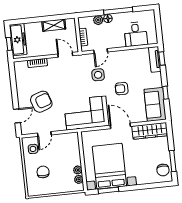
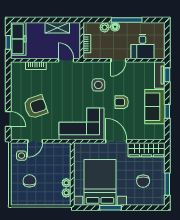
door: (101, 51) -> (118, 60), moved
sofa: (155, 104) -> (155, 107), moved
door: (17, 116) -> (8, 119), hinge flipped
chair: (163, 170) -> (143, 181), moved
window: (108, 190) -> (110, 208), moved

